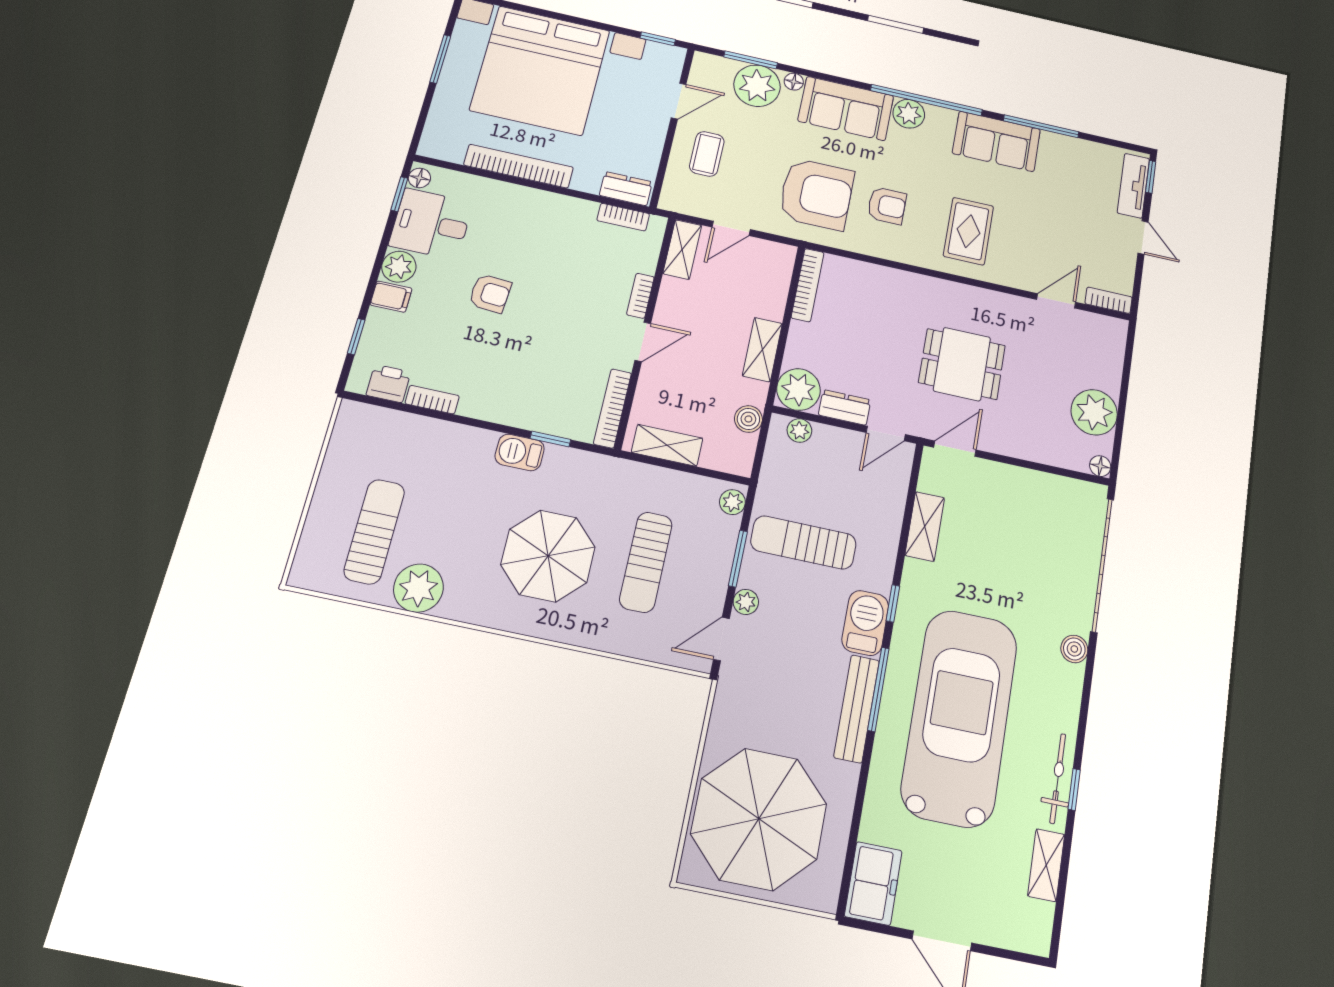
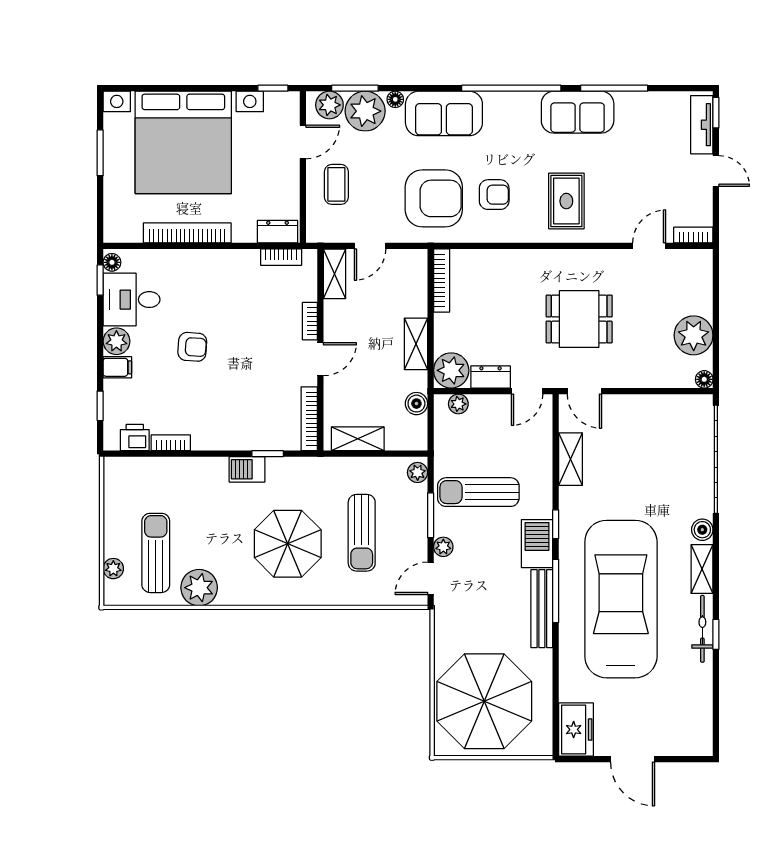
plant: (909, 114) -> (329, 105), moved
door: (955, 449) -> (584, 391), swing flipped
plant: (313, 540) -> (113, 569), added
shelving: (1046, 865) -> (702, 569), moved

